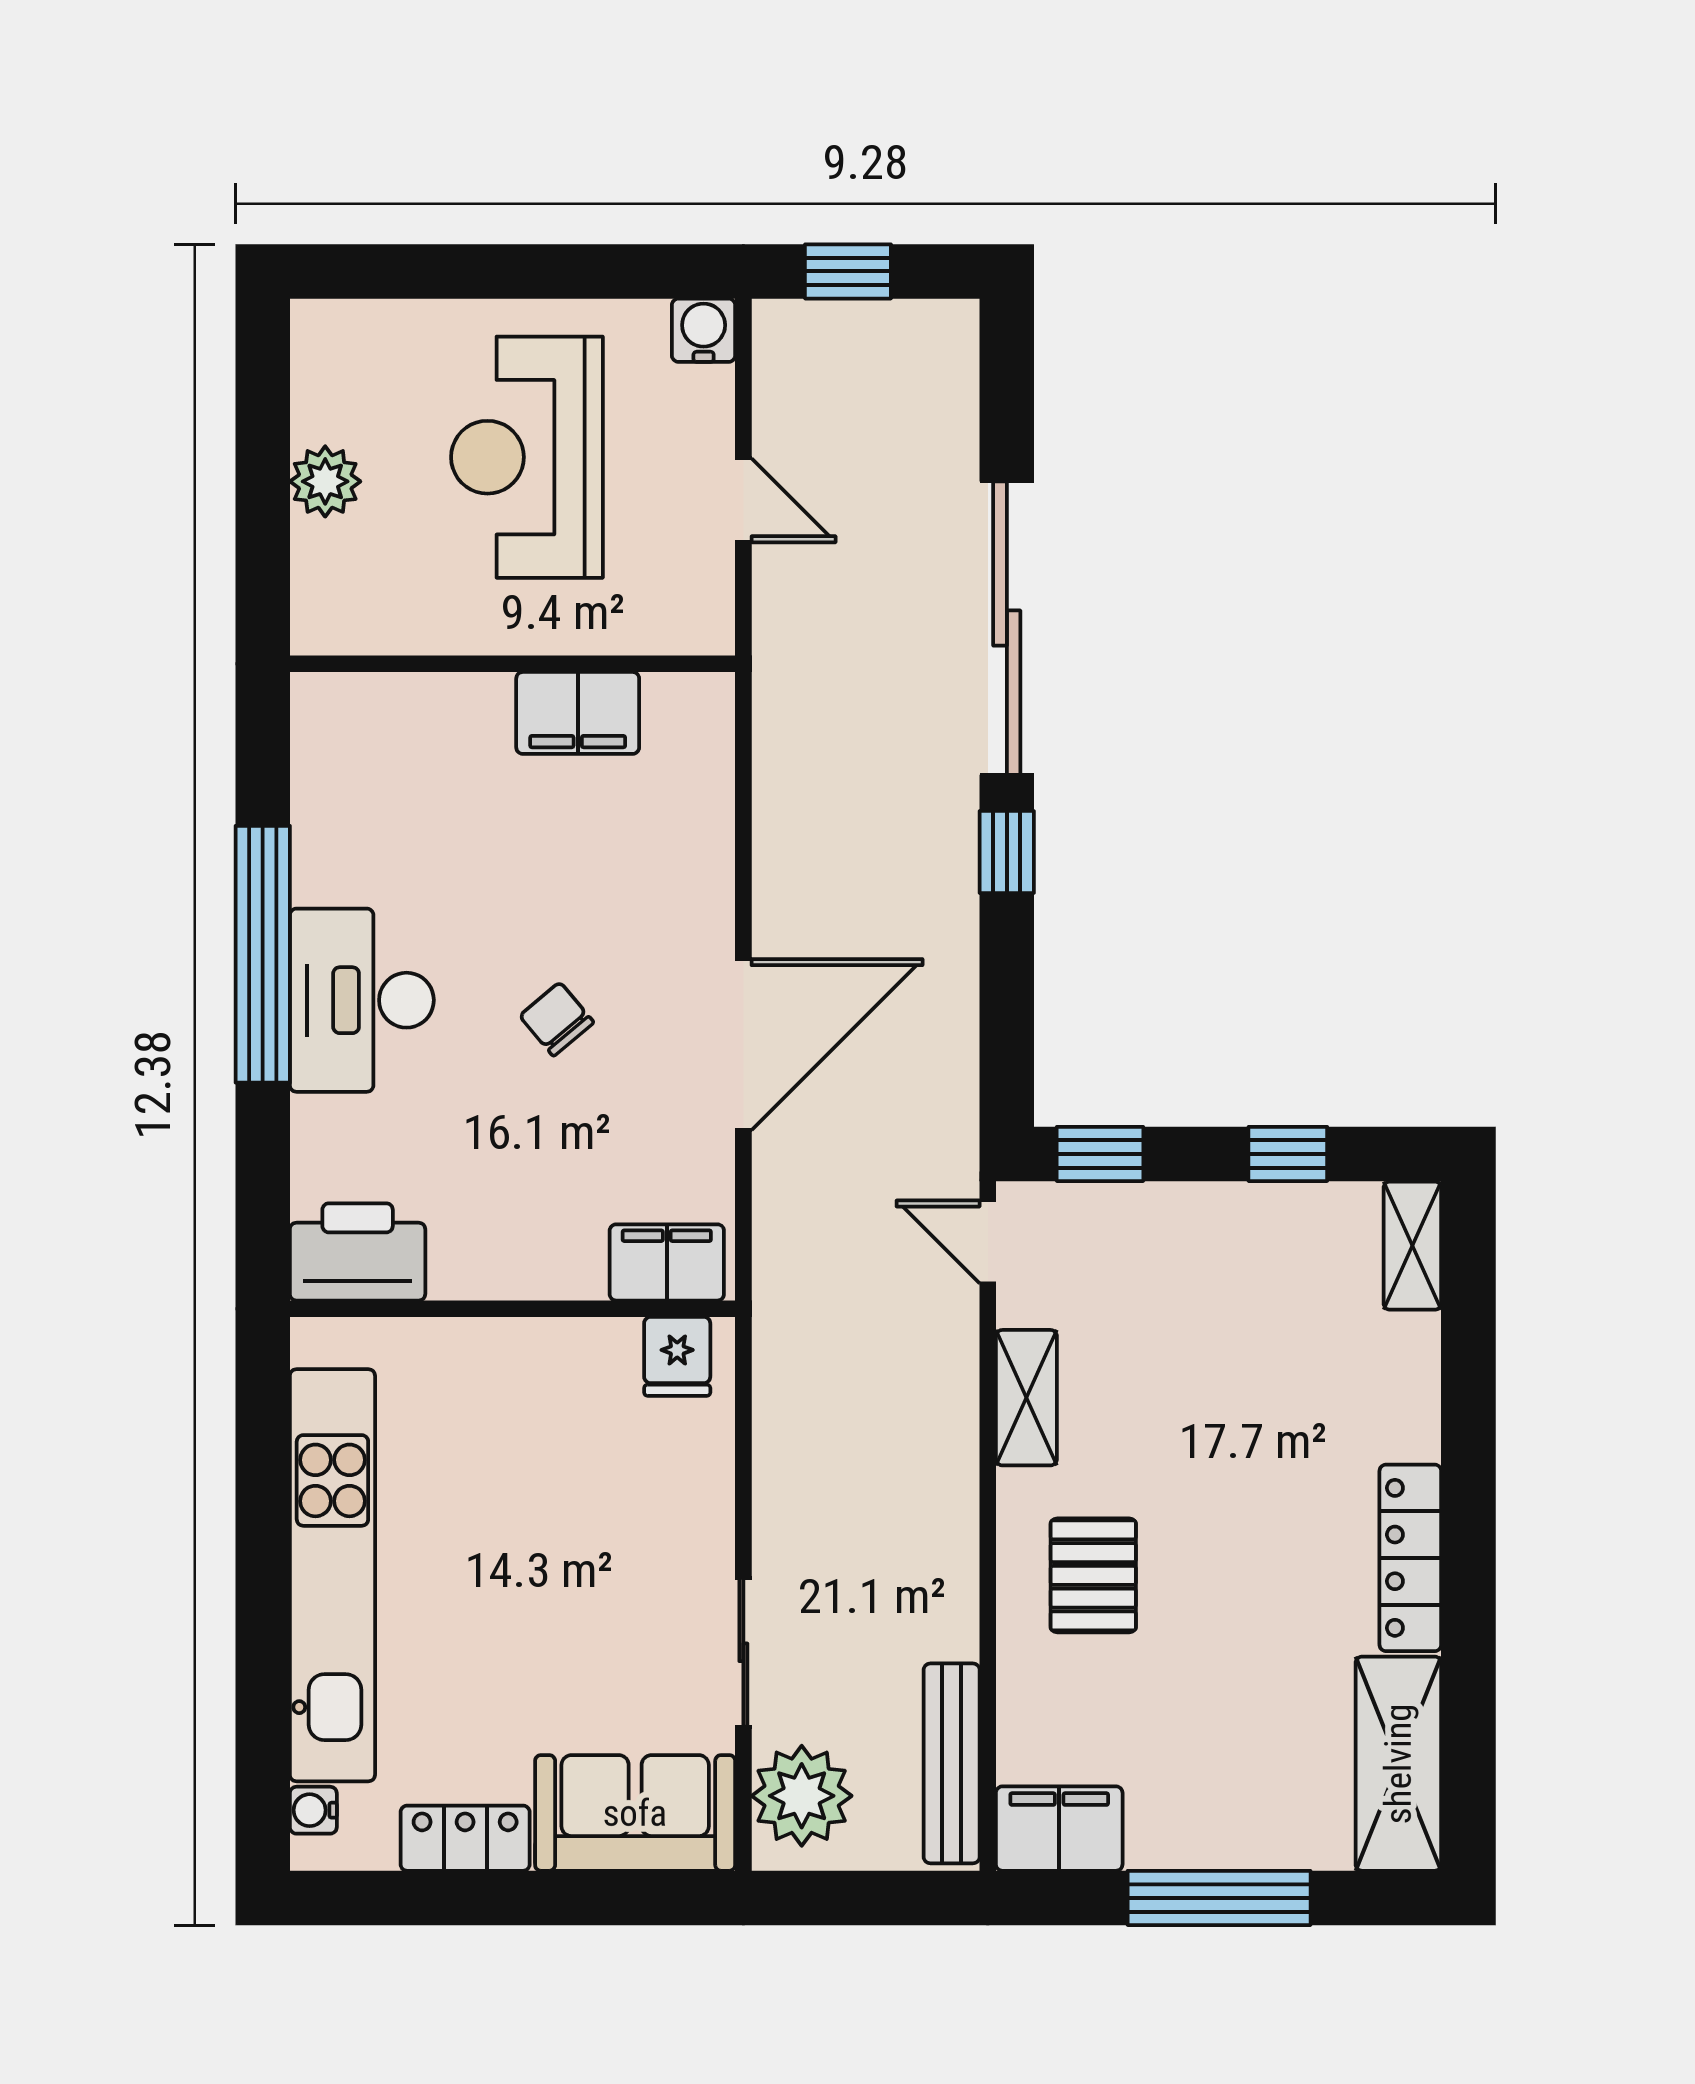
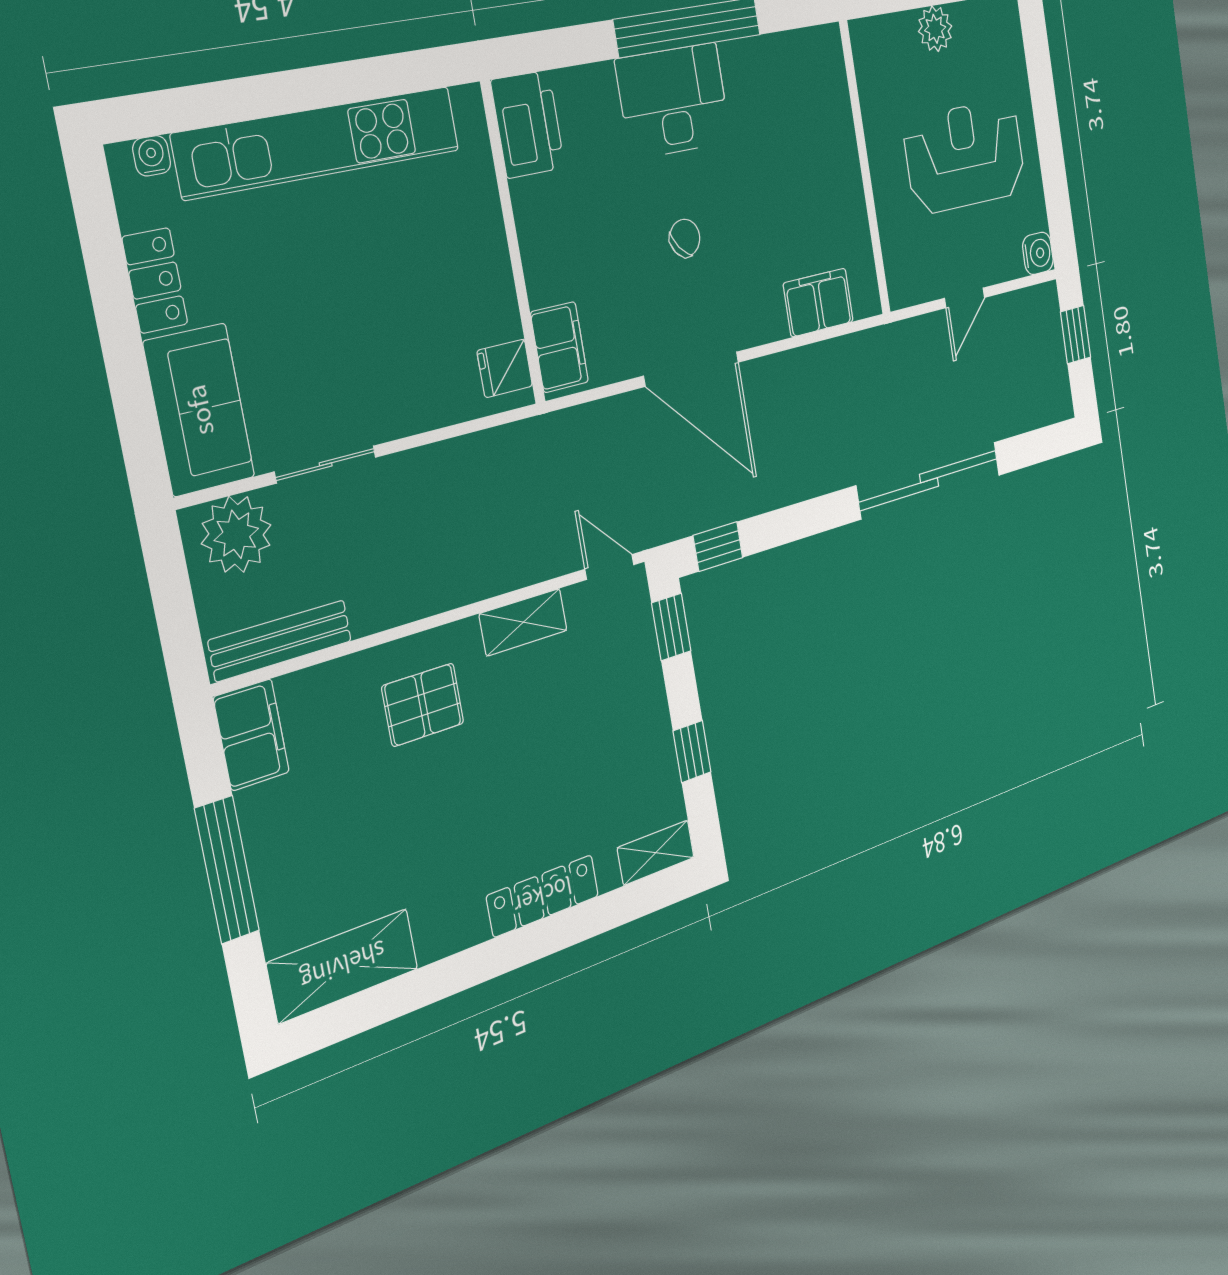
filing cabinet: (578, 713) -> (818, 302), moved, turned 90
window: (1007, 852) -> (718, 547), moved
door: (988, 1242) -> (609, 567), hinge flipped
locker: (1410, 1558) -> (543, 896), moved

